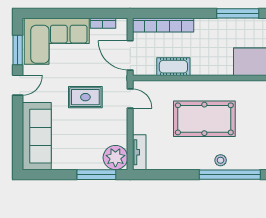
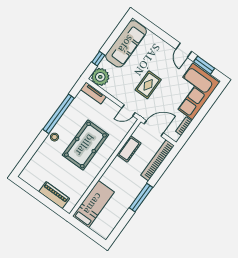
window: (238, 13) -> (141, 198), moved
sofa: (37, 136) -> (126, 44), moved, turned -90
window: (96, 175) -> (98, 59), width x0.46
window: (230, 175) -> (59, 114), moved

